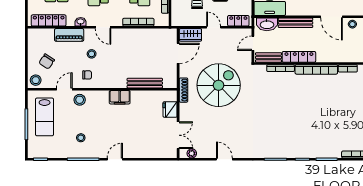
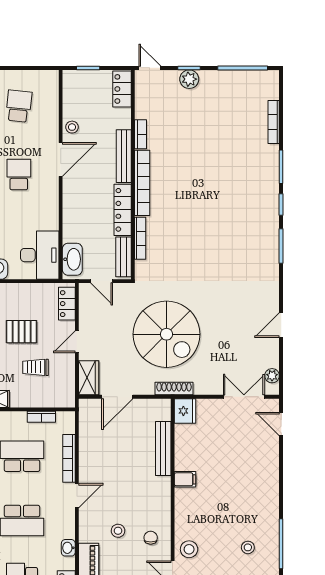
bench: (295, 23) -> (124, 156), moved
door: (103, 27) -> (77, 496), moved
door: (178, 53) -> (117, 397), swing flipped
spiral stairs: (219, 85) -> (166, 334), turned 180
filing cabinet: (120, 97) -> (185, 479), width x0.50
fridge: (170, 110) -> (185, 411), moved, turned -90
door: (115, 159) -> (281, 424), moved

